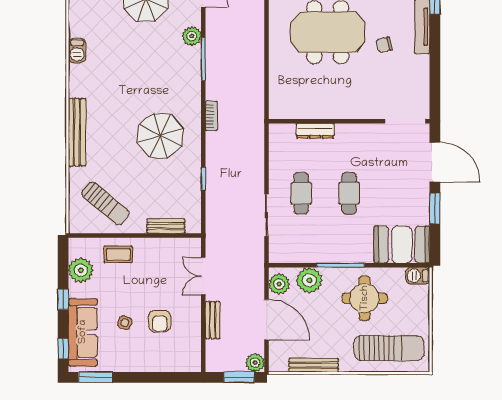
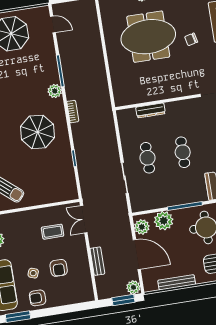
plant: (192, 36) -> (55, 91), moved
bench: (166, 226) -> (52, 197), removed
coffee table: (118, 254) -> (53, 232), moved
double door: (203, 276) -> (84, 219), moved
armchair: (125, 356) -> (38, 298), added

